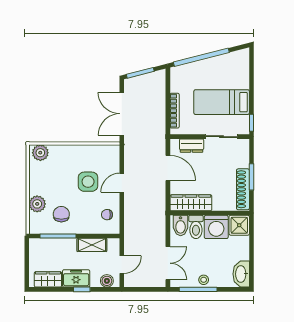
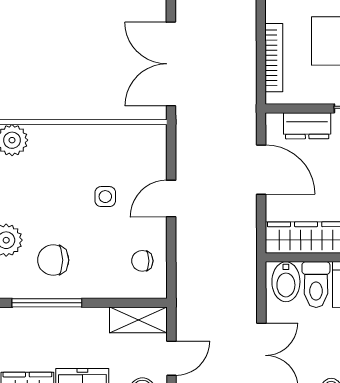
side table: (88, 182) -> (105, 197), width x0.54, depth x0.54
chair: (61, 214) -> (53, 260), turned -90
shelving: (92, 245) -> (138, 320), moved

